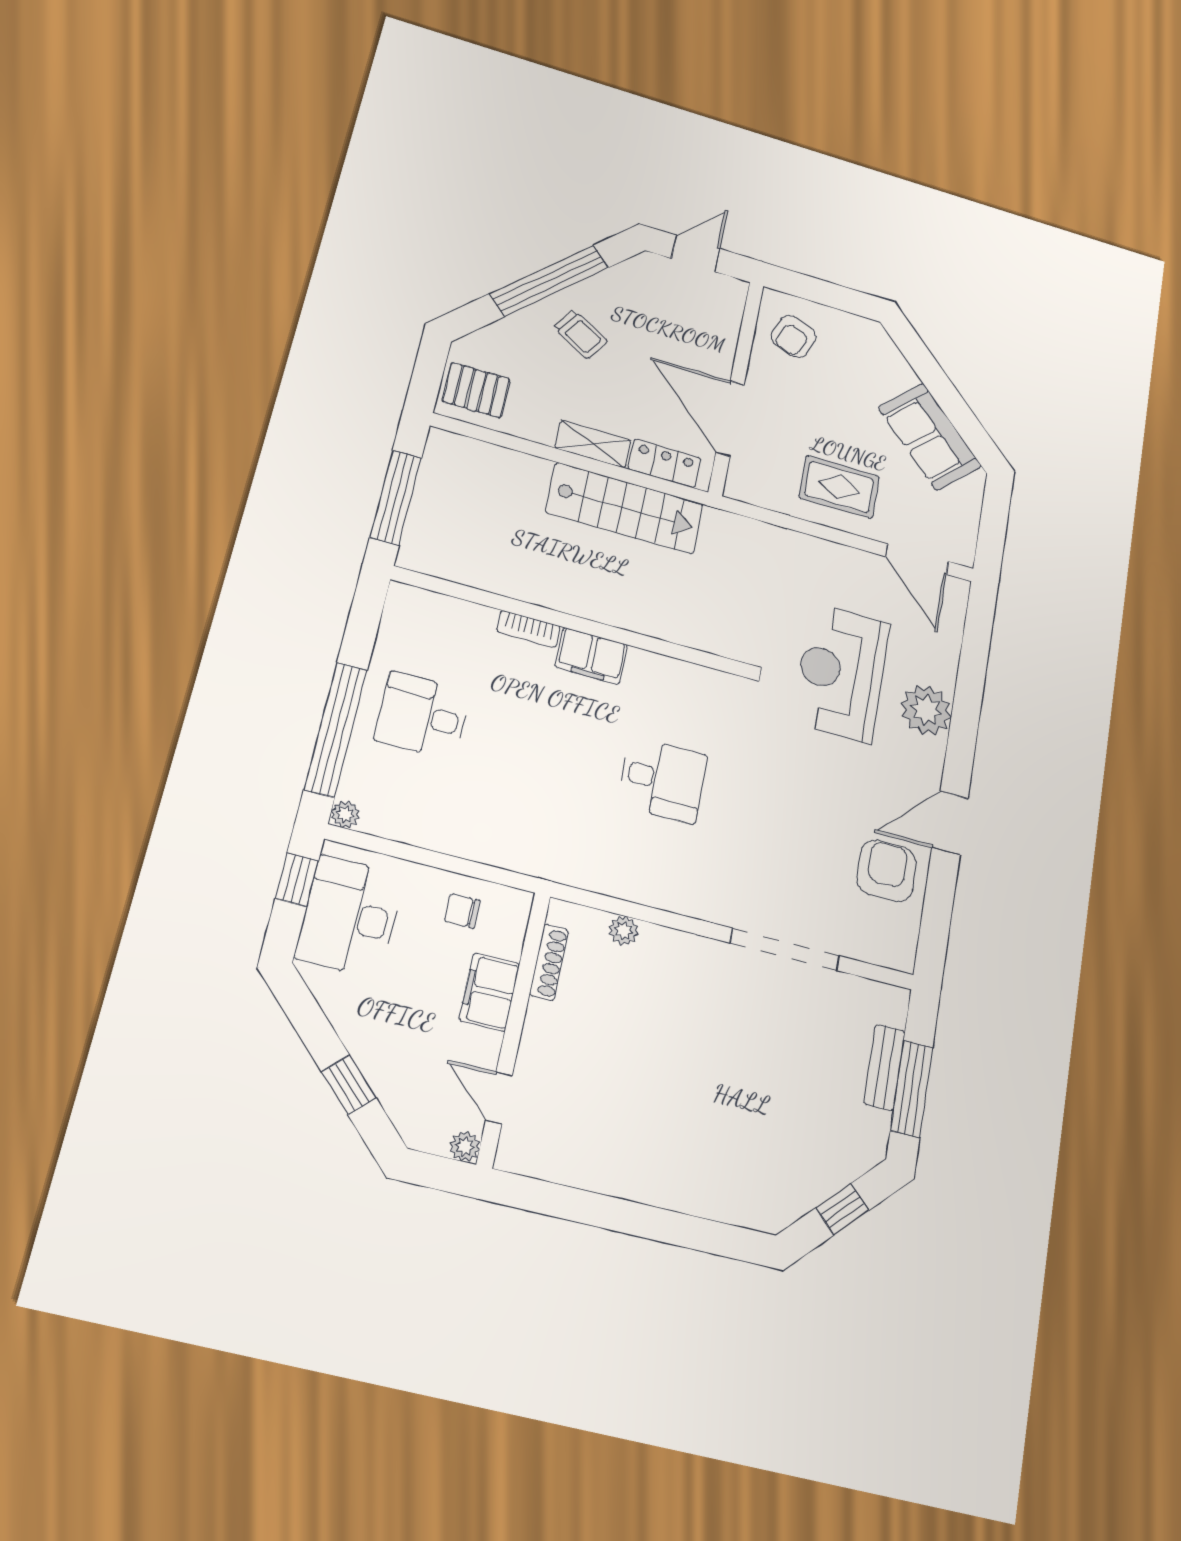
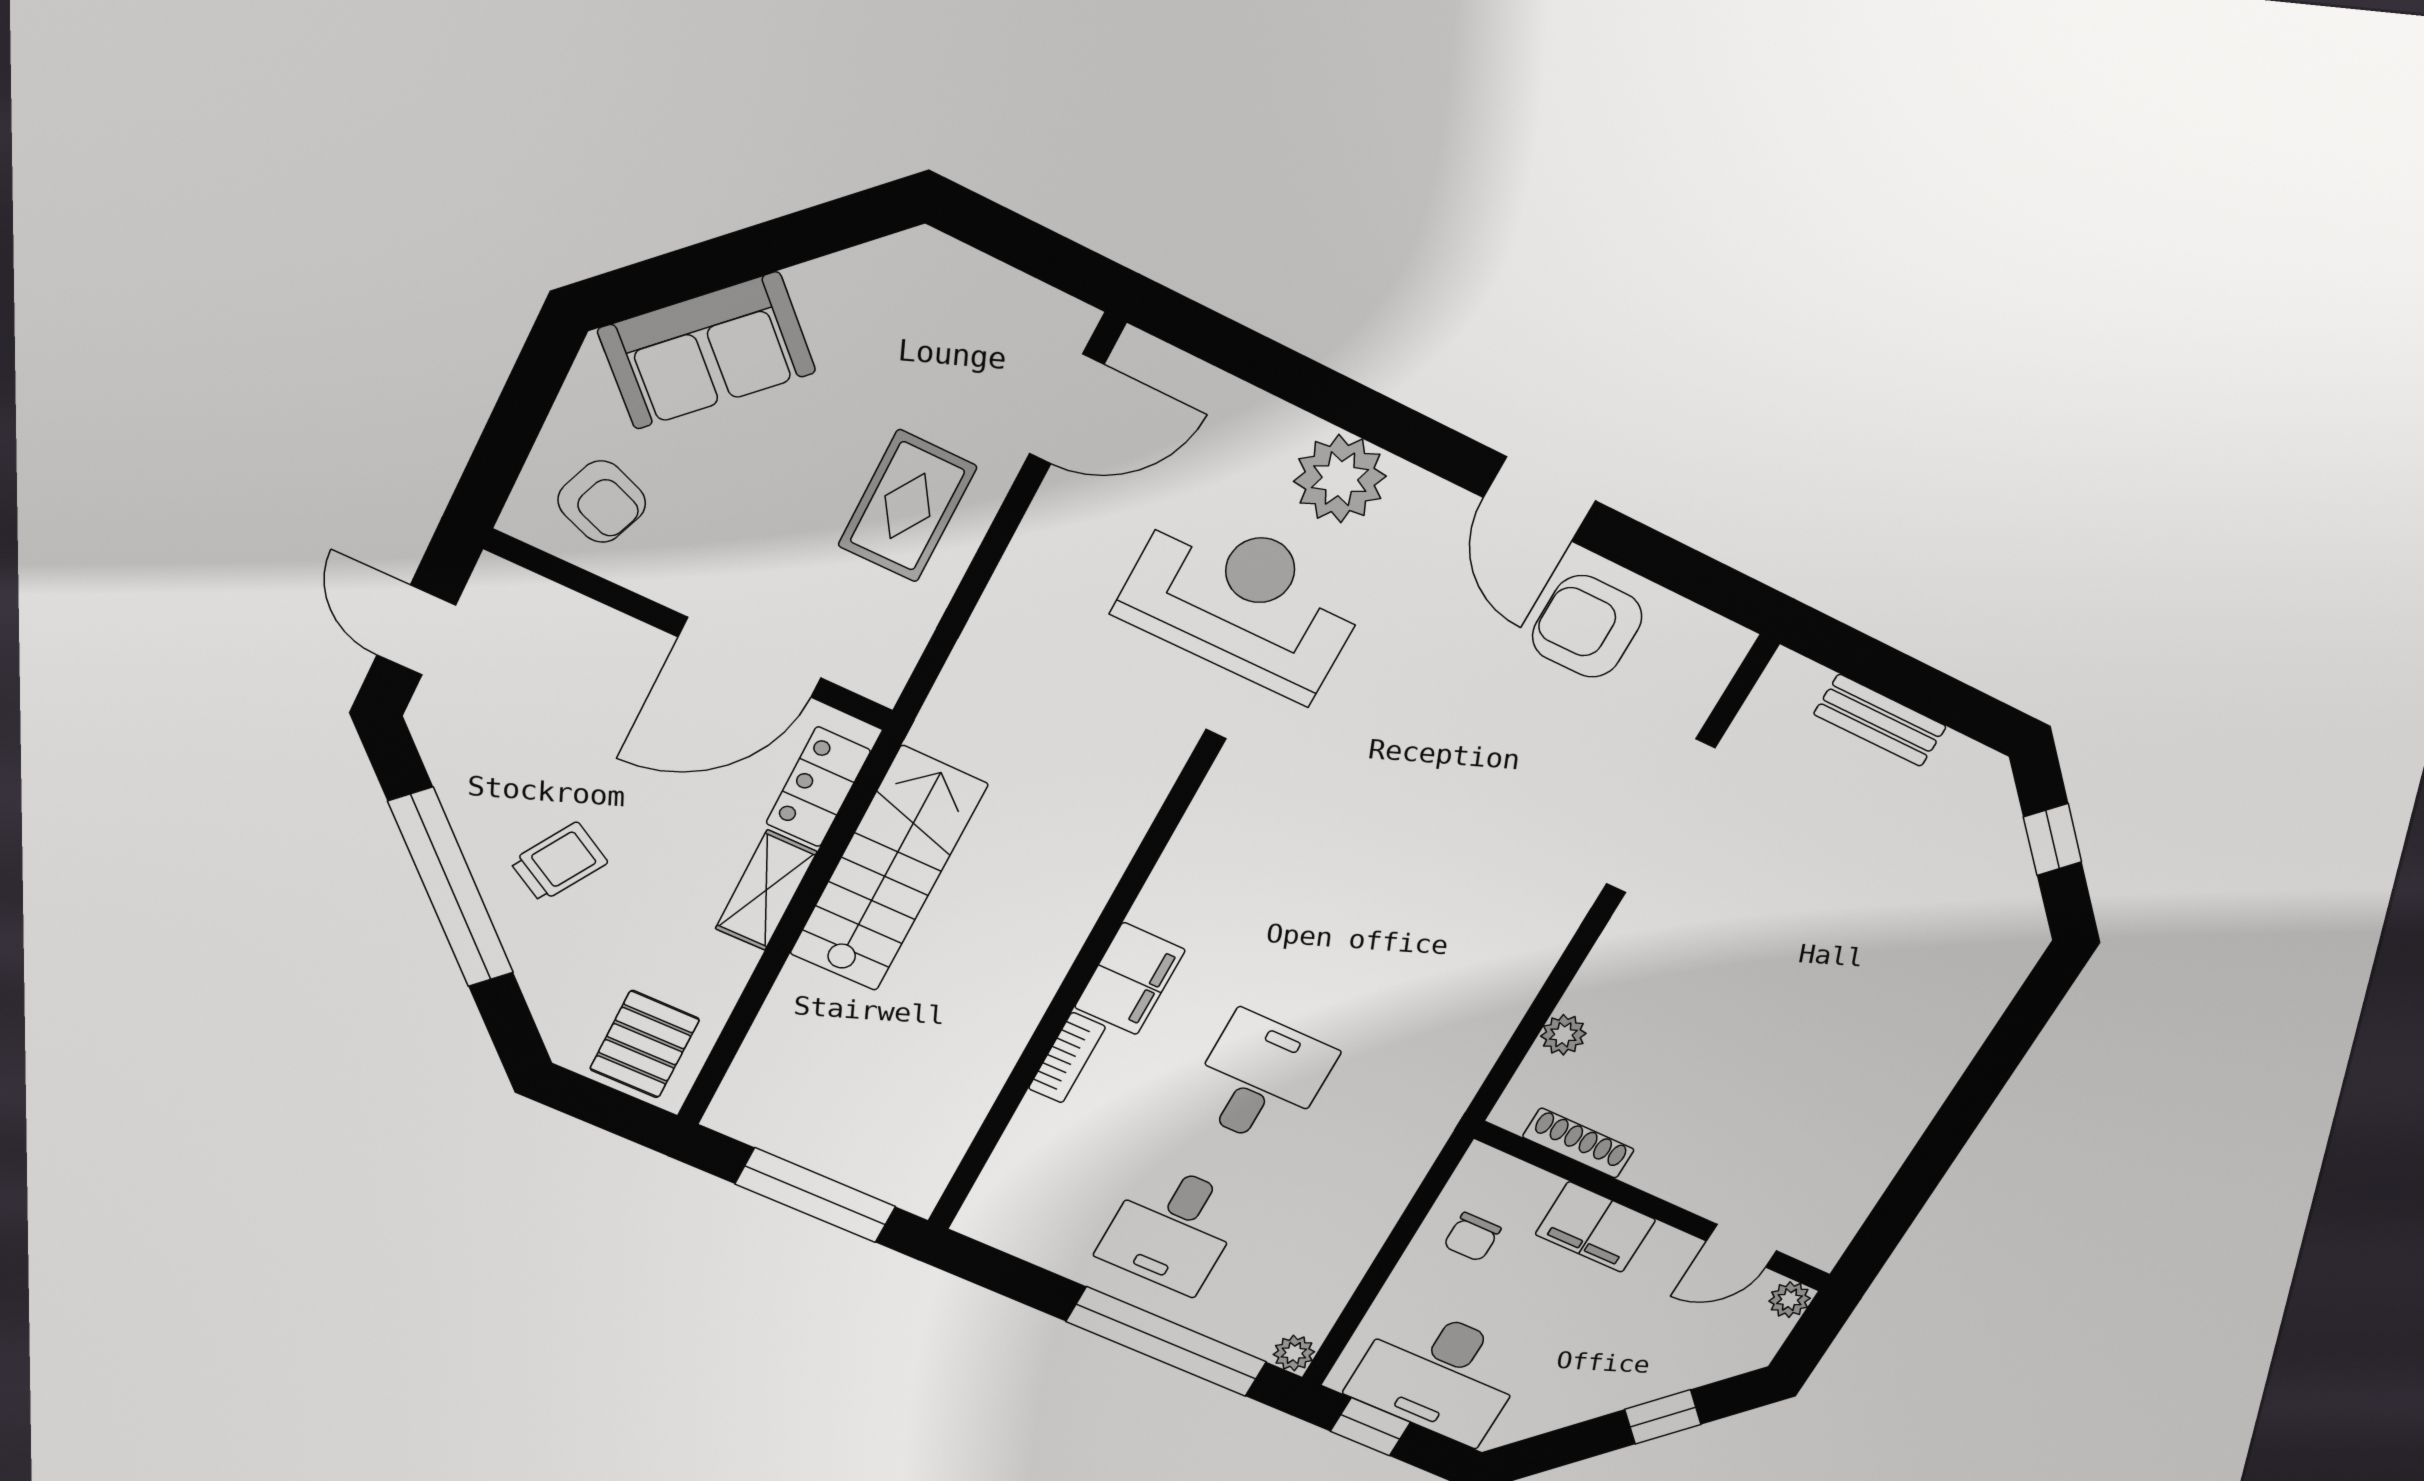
sofa: (930, 437) -> (707, 351), moved
reception desk: (841, 672) -> (1243, 601), turned 180
desk: (662, 780) -> (1261, 1079), moved
window: (912, 1089) -> (1924, 689), removed

